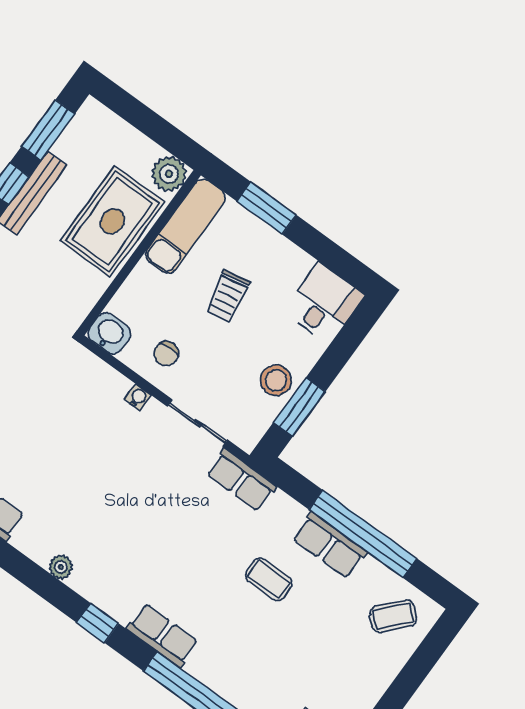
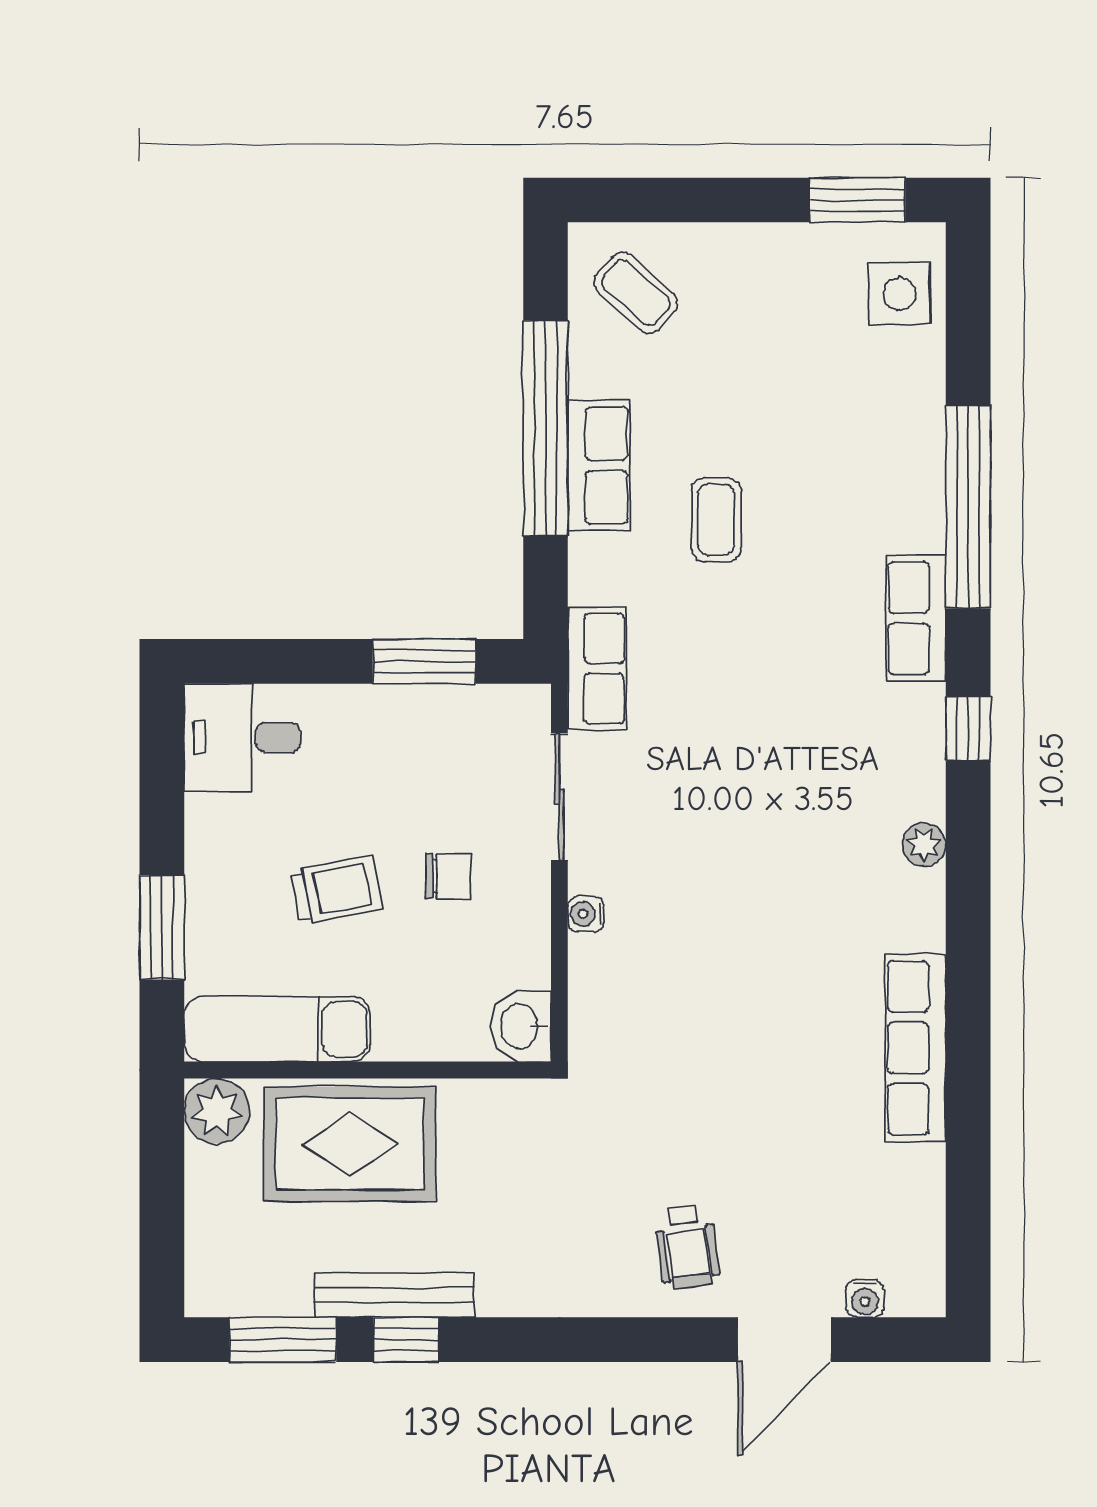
chair: (166, 354) -> (448, 876), moved
stool: (276, 380) -> (410, 726), removed

